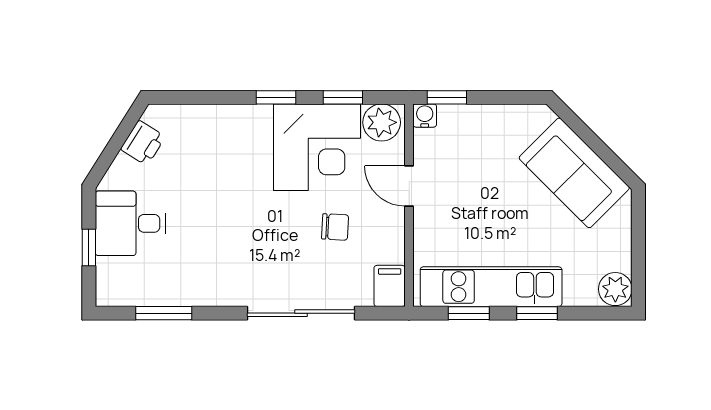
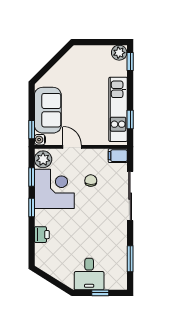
printer: (143, 143) -> (42, 235), moved, turned 58
sofa: (574, 173) -> (48, 110), moved, turned -45
door: (409, 186) -> (72, 147), swing flipped
window: (537, 313) -> (130, 62), moved

